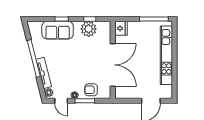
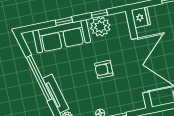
sofa: (58, 30) -> (62, 36), width x1.36
armchair: (91, 90) -> (104, 69), moved

